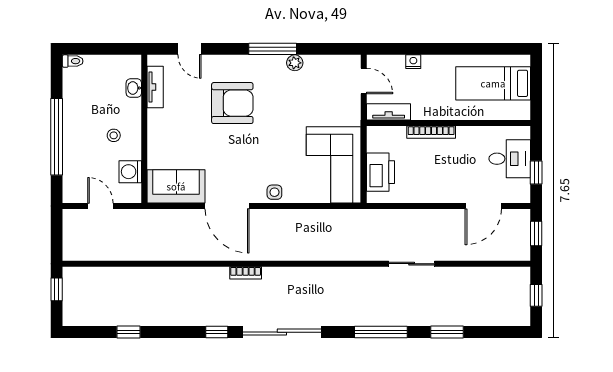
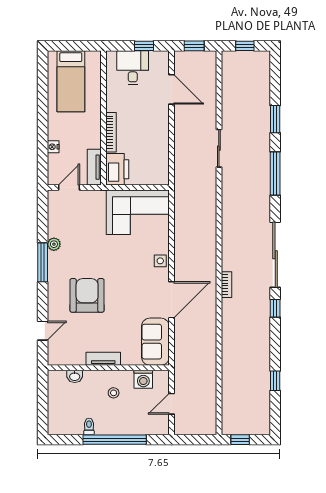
toilet: (73, 61) -> (89, 426), moved
tv unit: (155, 87) -> (103, 359), moved
printer: (381, 172) -> (117, 169), moved, turned 90

